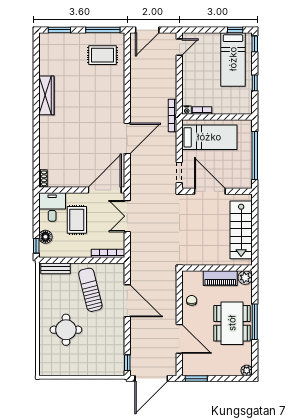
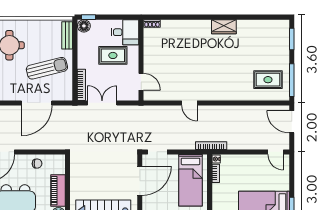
rug: (102, 55) -> (268, 80), turned 90
wardrobe: (46, 95) -> (224, 27), width x0.67
door: (127, 138) -> (189, 103), width x0.53
door: (105, 190) -> (141, 82), width x0.53
double door: (127, 216) -> (102, 103), moved
floor lamp: (45, 237) -> (84, 26), moved

